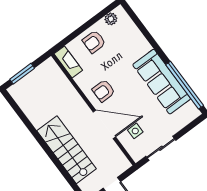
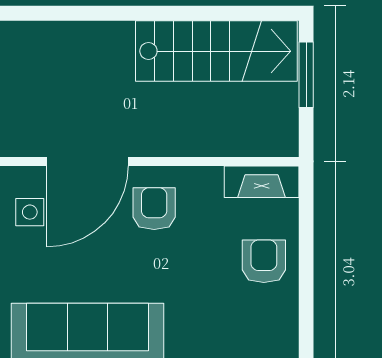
plant: (111, 19) -> (284, 328), removed
stairs: (67, 150) -> (216, 51), moved

